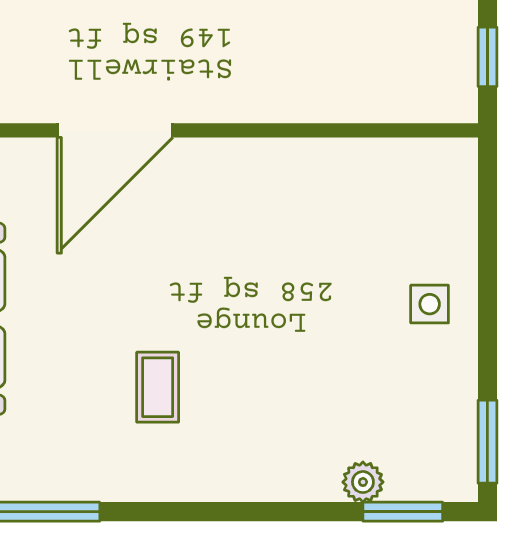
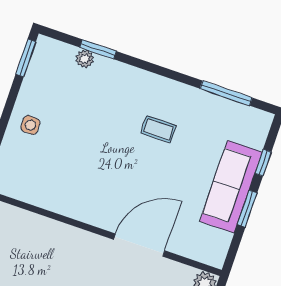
coffee table: (158, 387) -> (158, 129), turned 90
window: (403, 512) -> (98, 49), moved

